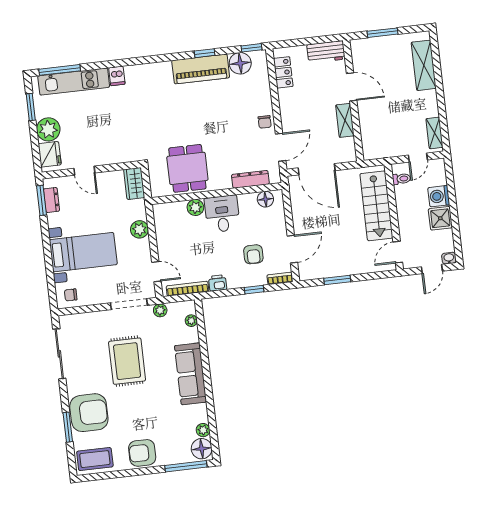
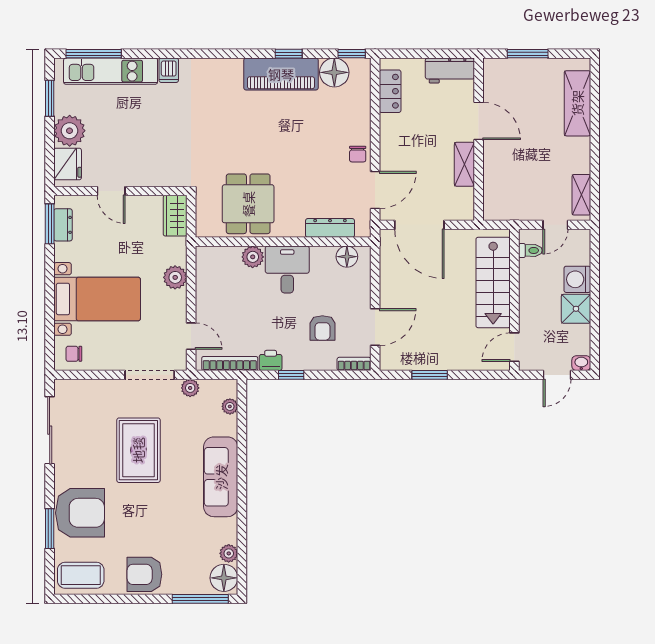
window: (254, 290) -> (291, 375), moved

